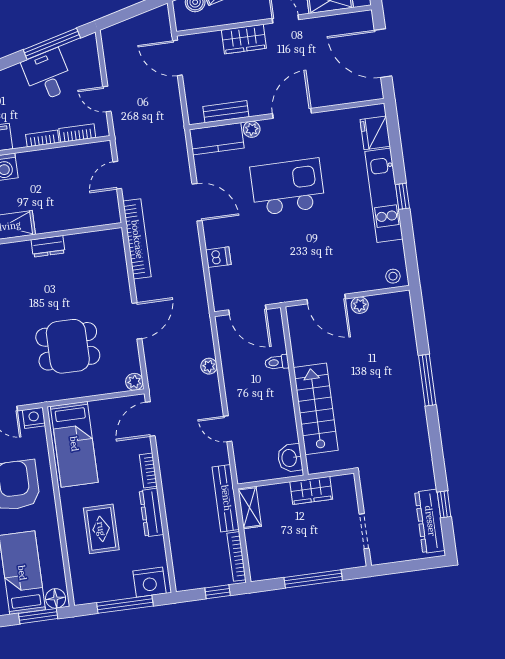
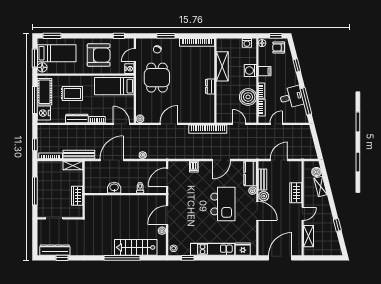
door: (177, 58) -> (279, 160), moved
plant: (260, 104) -> (264, 196), added
boiler: (59, 165) -> (248, 97), added
window: (402, 196) -> (188, 258), moved
door: (137, 321) -> (169, 124), swing flipped
dining table: (68, 346) -> (157, 78), moved
window: (427, 380) -> (122, 258), width x1.46
stairs: (316, 409) -> (136, 247), moved, turned 180
door: (228, 429) -> (112, 160), width x1.87
washbasin: (290, 458) -> (114, 188), moved
cot: (105, 587) -> (45, 92), added

